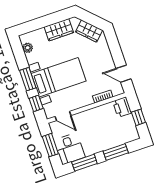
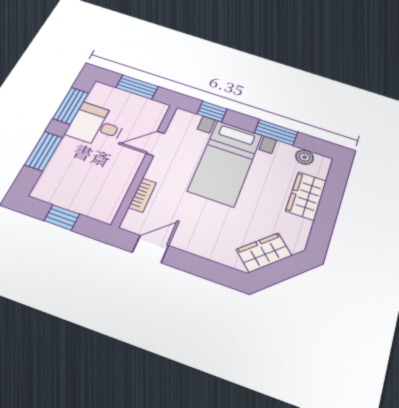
wardrobe: (59, 30) -> (306, 196), moved
window: (28, 79) -> (276, 132), moved
printer: (122, 107) -> (100, 208), removed
door: (63, 116) -> (155, 143), moved
desk: (70, 149) -> (97, 125), moved

